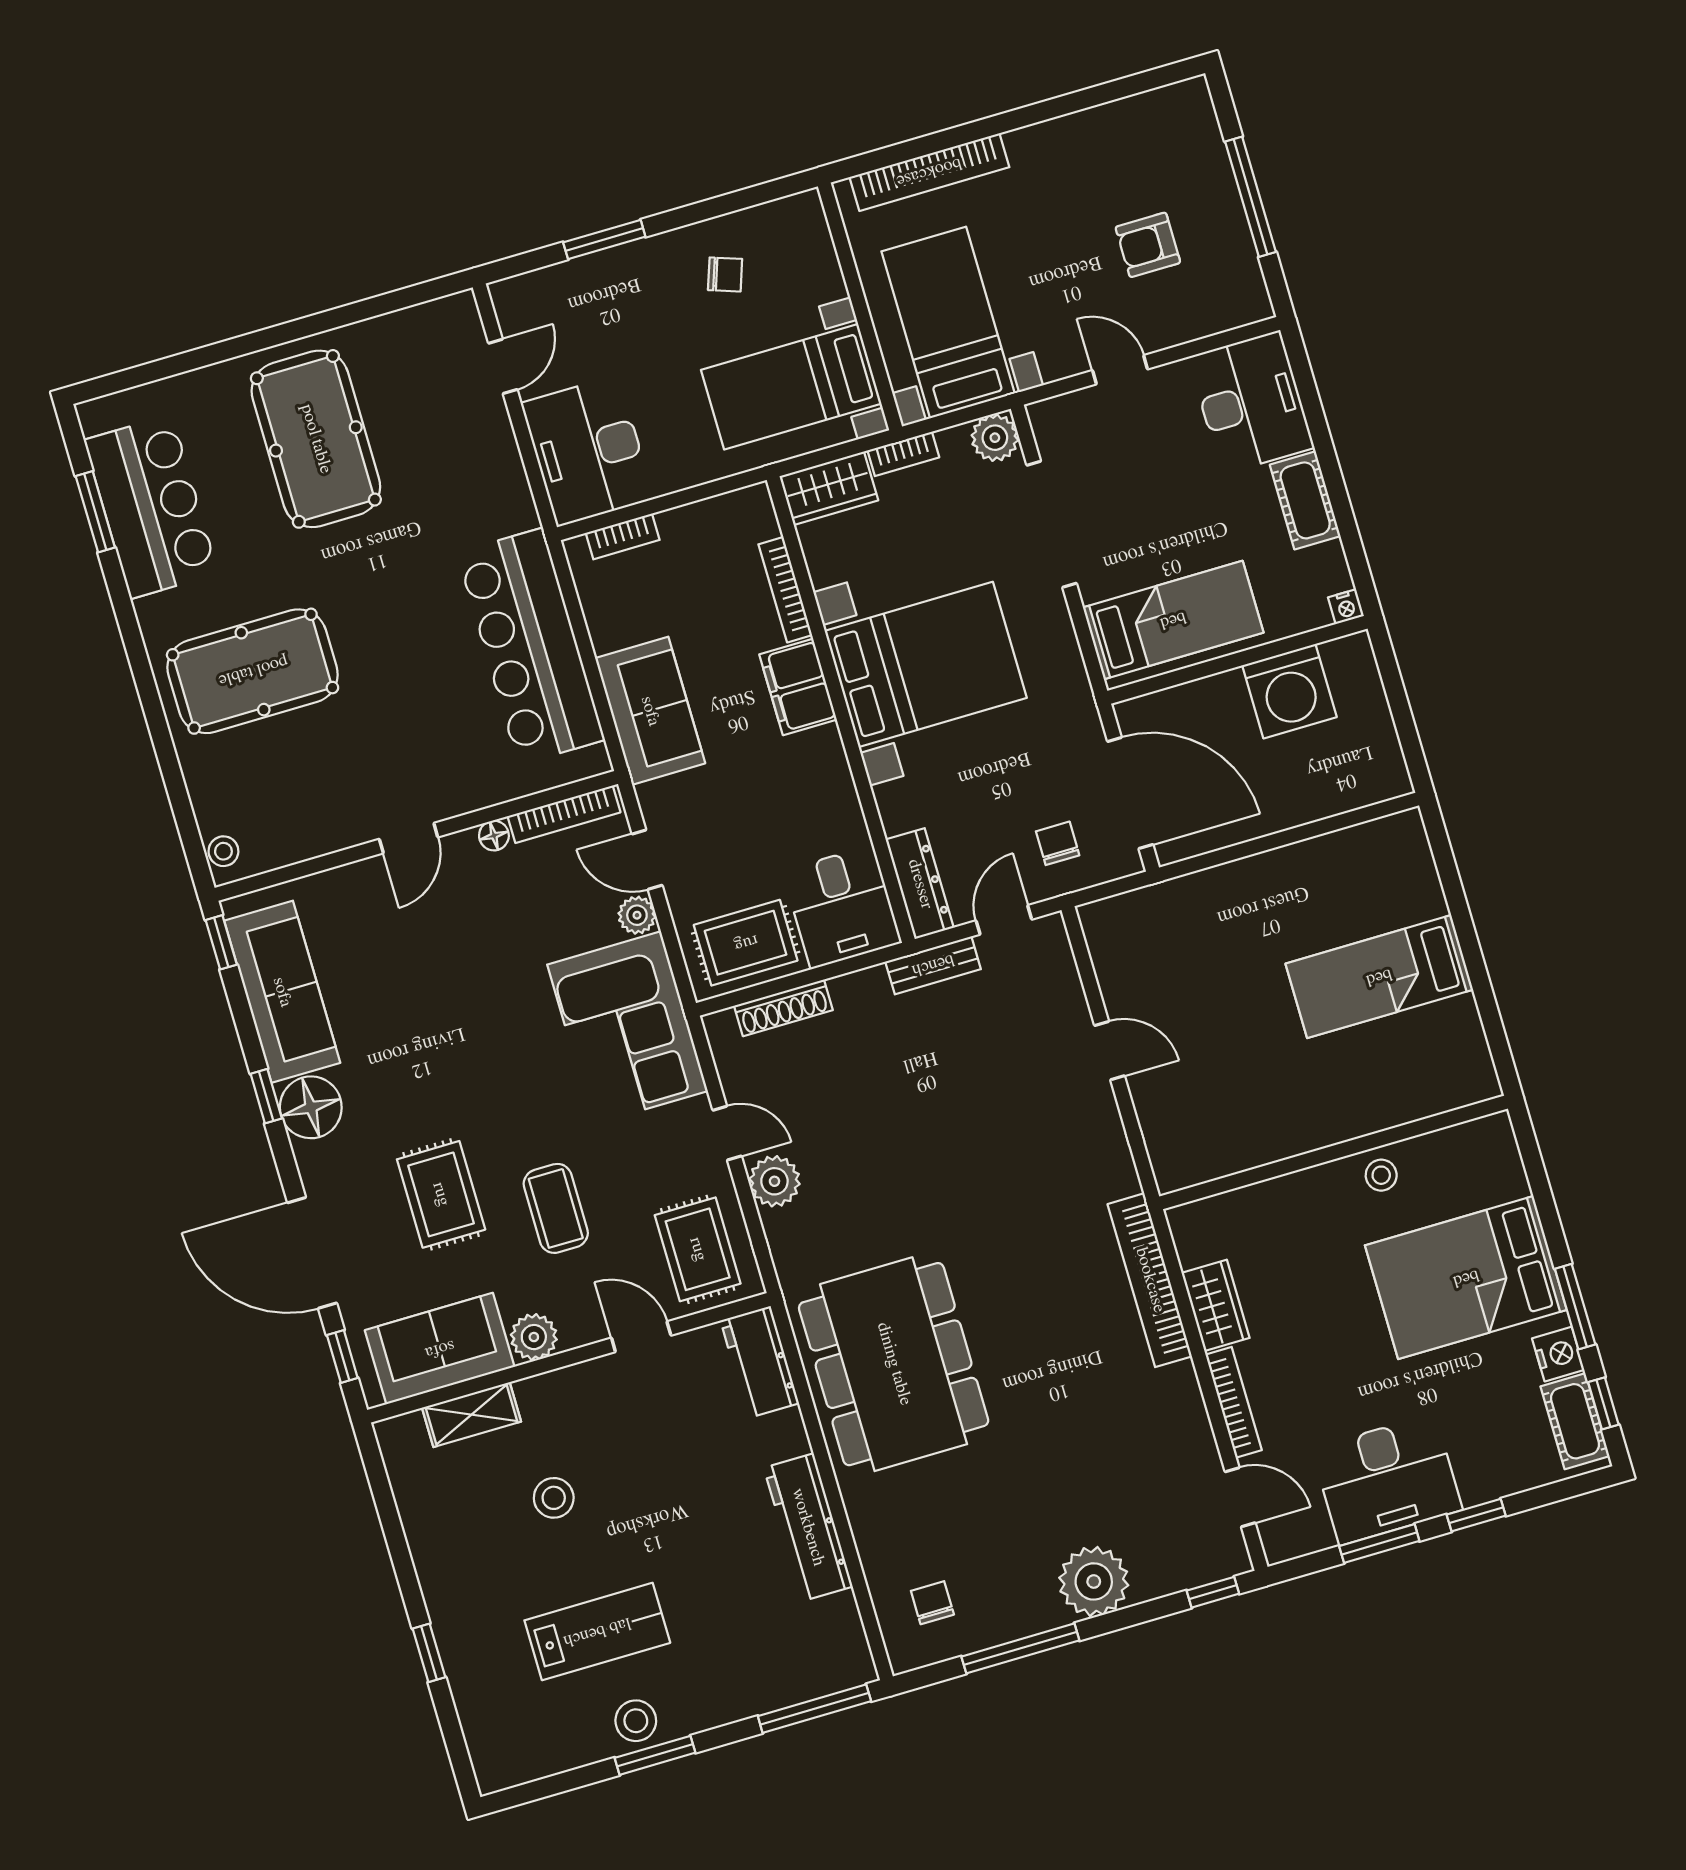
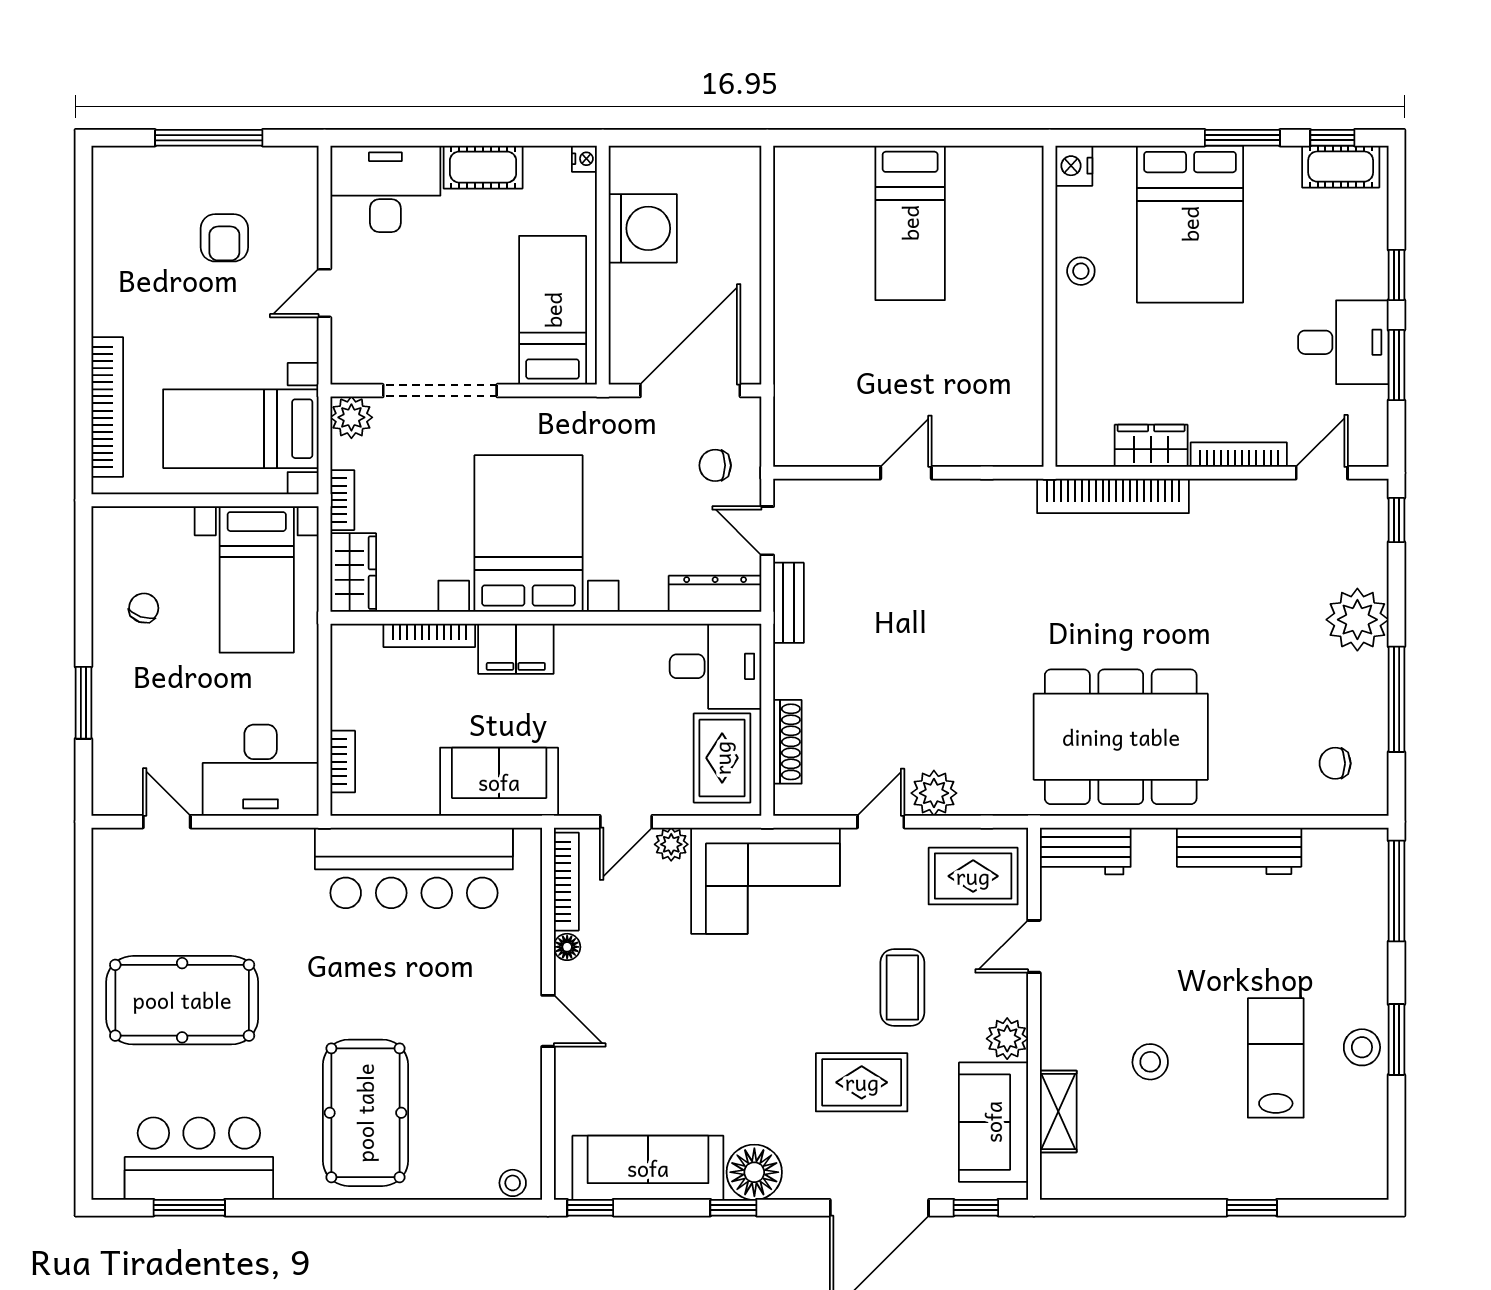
coffee table: (556, 1208) -> (902, 987), turned 90
nightstand: (1558, 1354) -> (1074, 166), moved, turned -90
desk: (1387, 1479) -> (1343, 342), width x0.73

